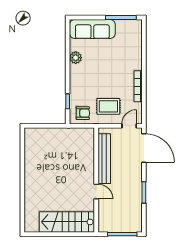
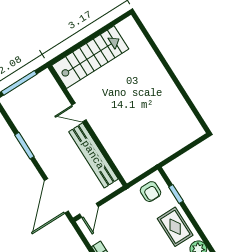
rug: (108, 106) -> (175, 227), moved, turned 90
armchair: (83, 113) -> (151, 192), turned -90
door: (144, 148) -> (56, 196), hinge flipped

